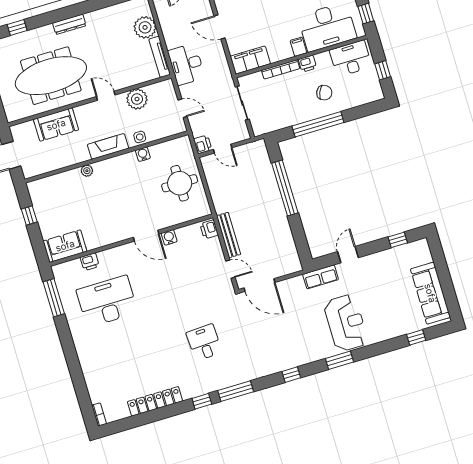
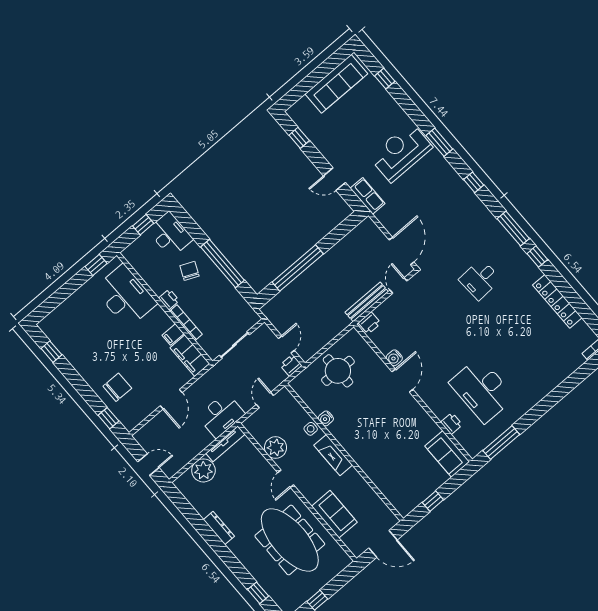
dresser: (69, 24) -> (219, 528), moved
filing cabinet: (298, 47) -> (173, 334), moved
desk: (351, 59) -> (170, 235), moved, turned 180
plant: (87, 171) -> (365, 465), removed

